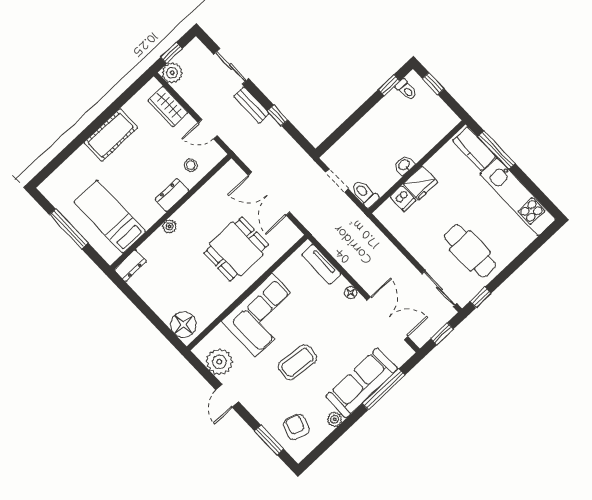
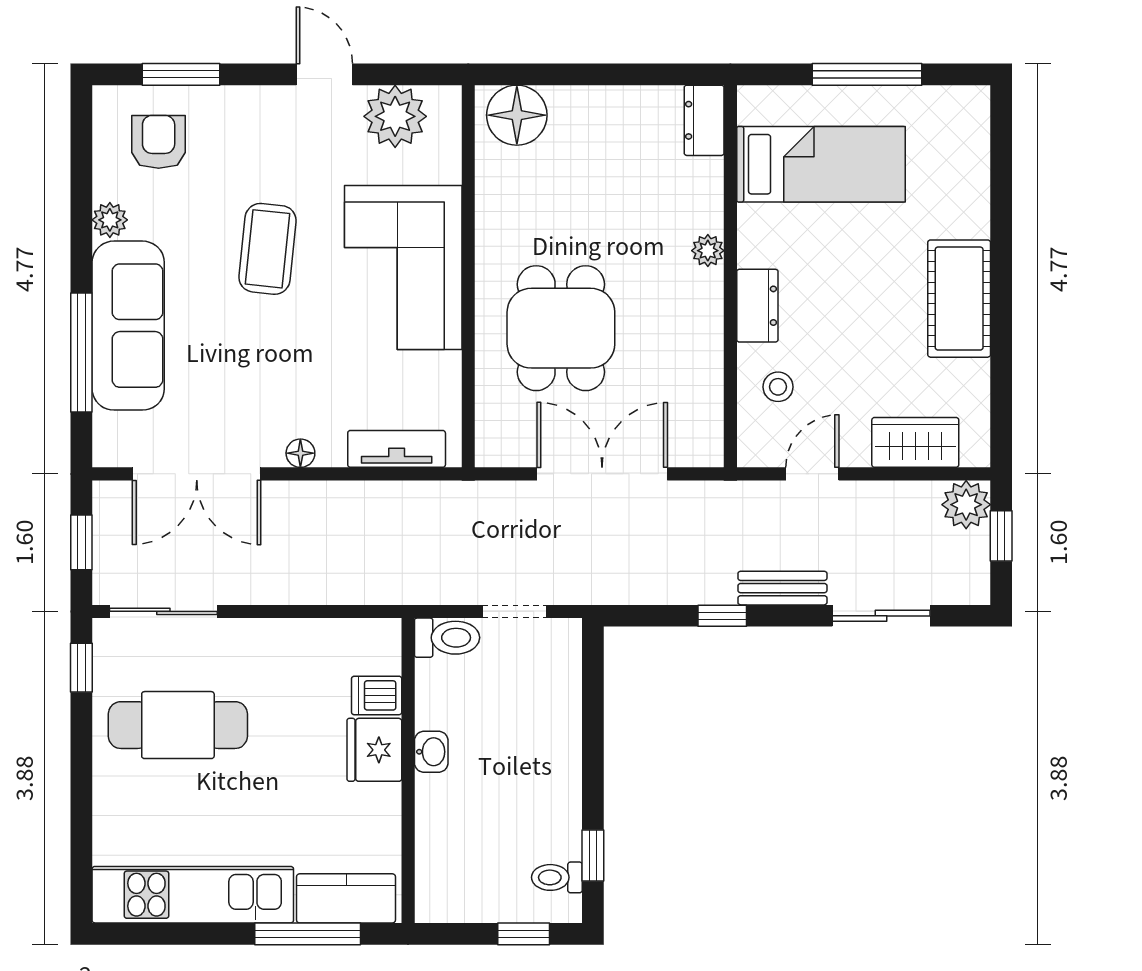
armchair: (296, 427) -> (159, 142), turned -110

